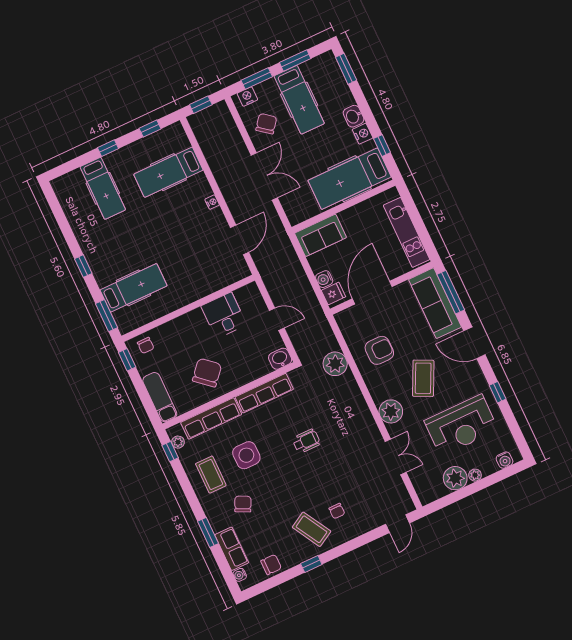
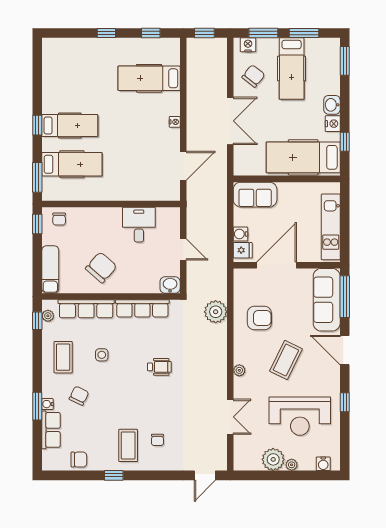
hospital bed: (103, 188) -> (70, 126), moved, turned -90
plant: (391, 411) -> (239, 370), width x0.53, depth x0.53
side table: (246, 455) -> (102, 355), width x0.54, depth x0.54
coffee table: (312, 529) -> (128, 445), turned 30
water cooler: (240, 575) -> (47, 404), moved

